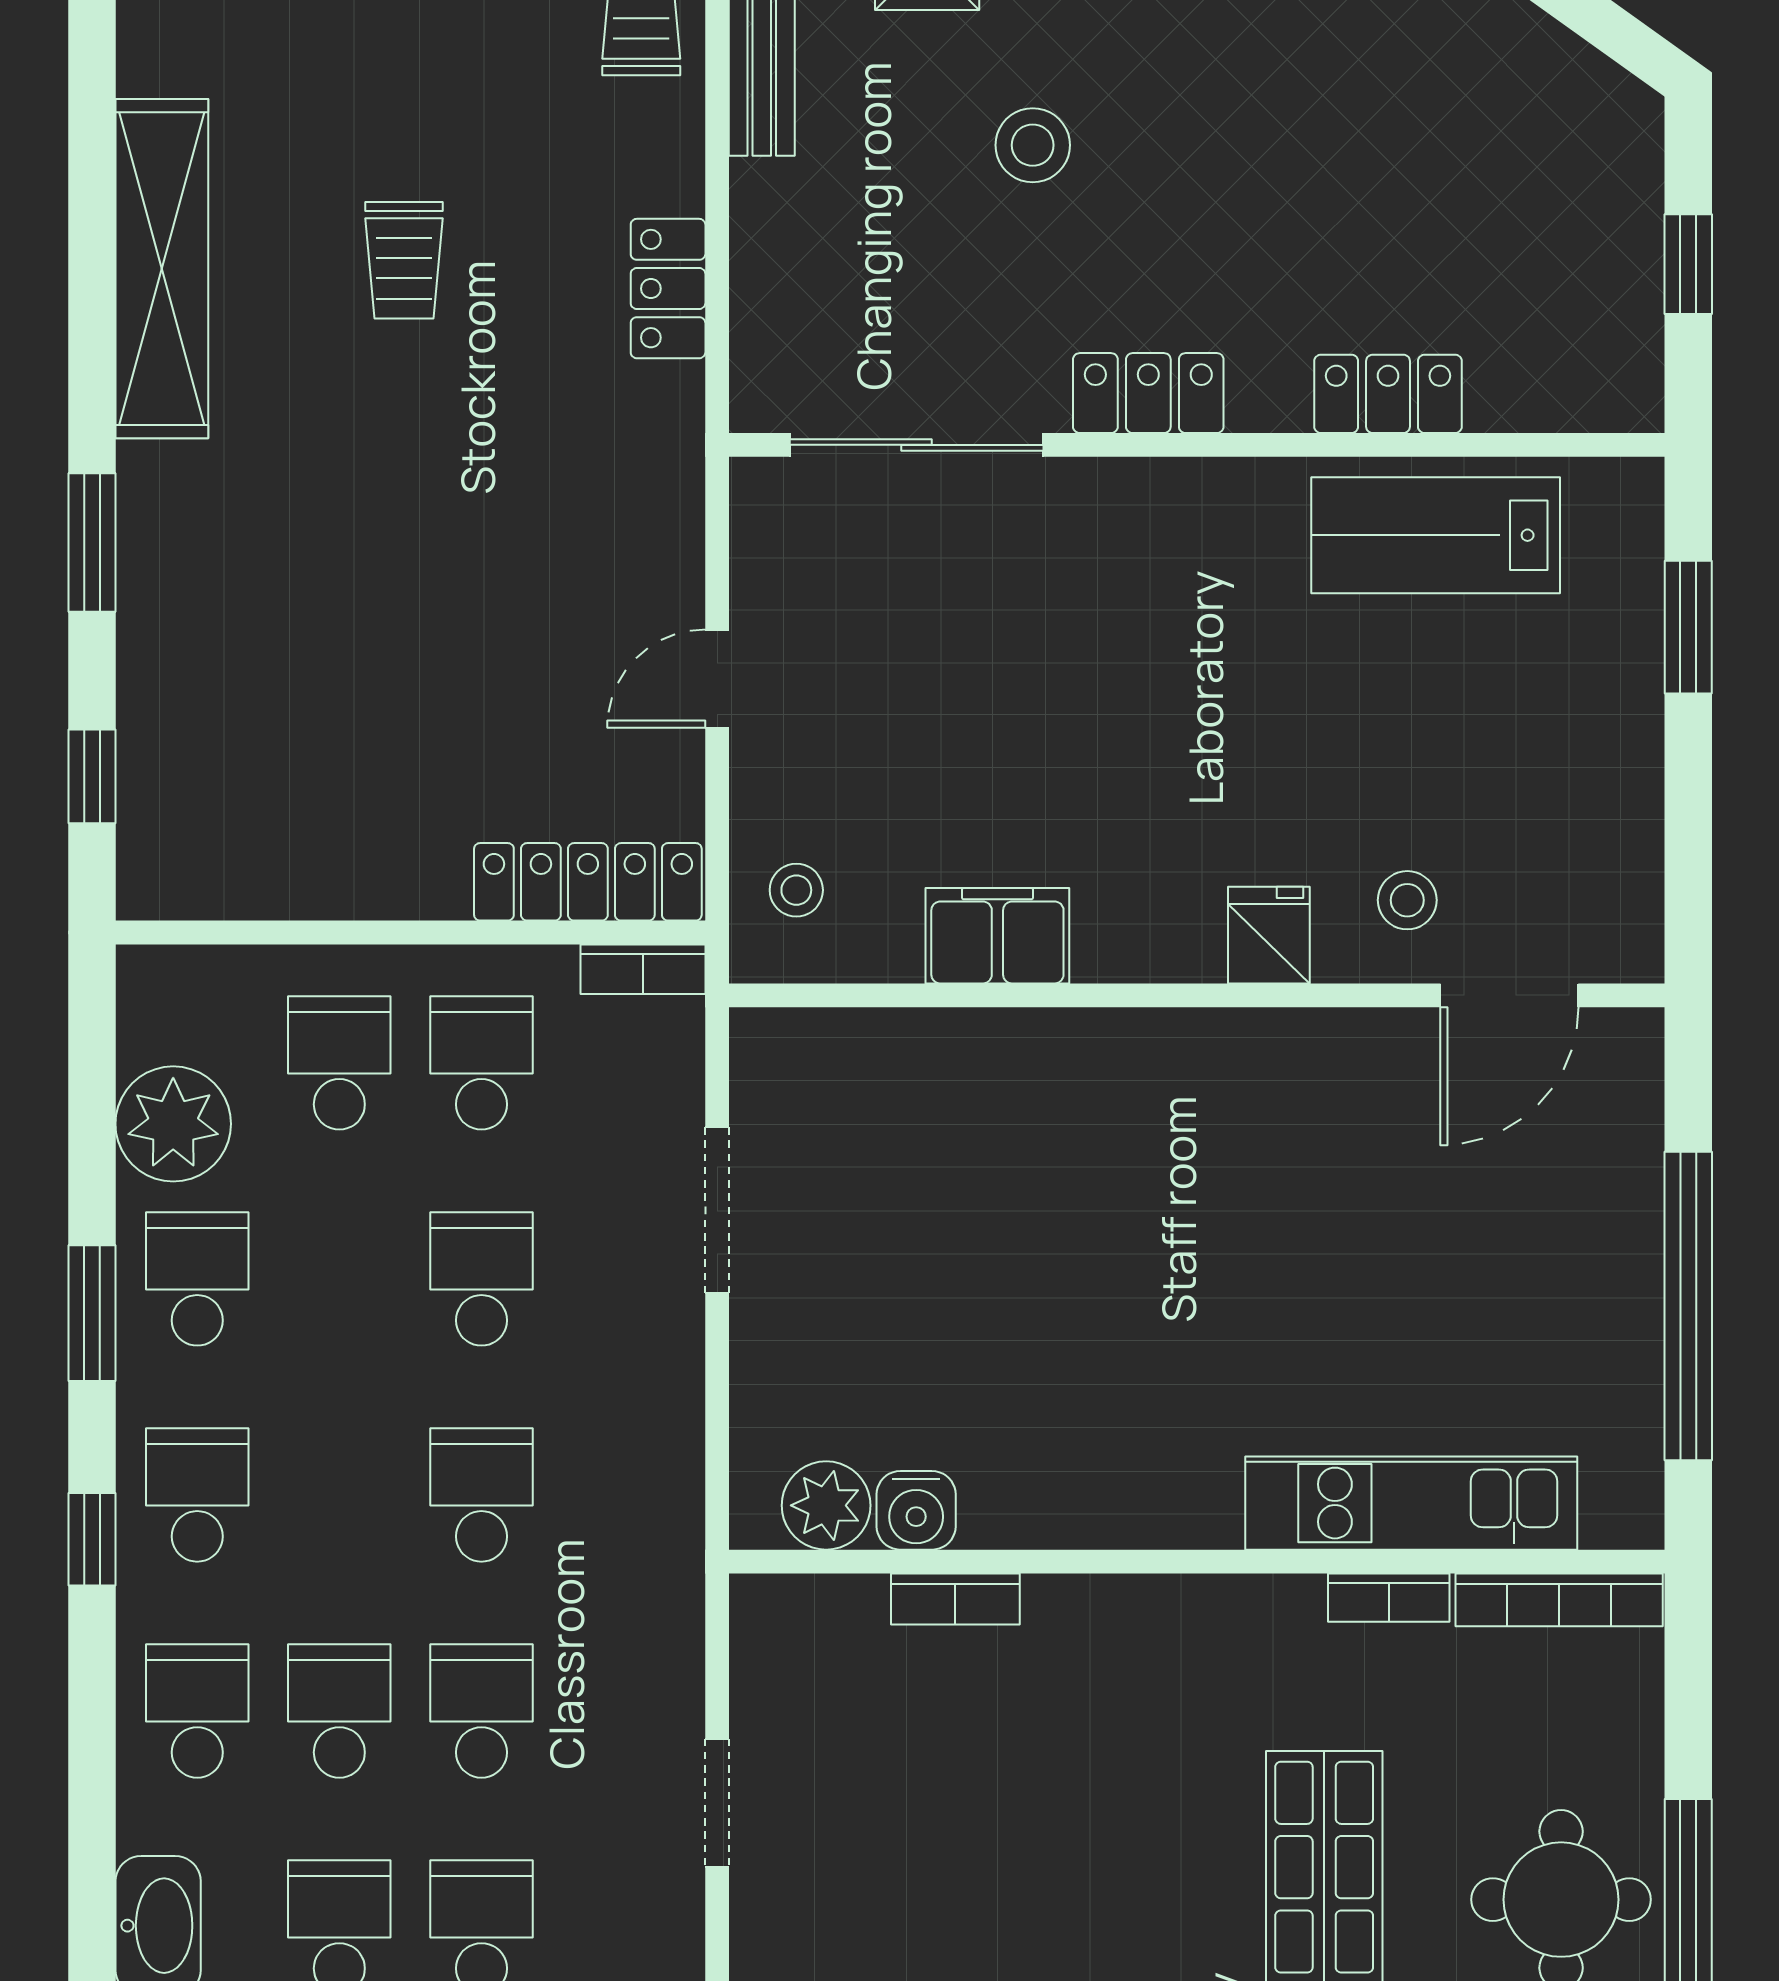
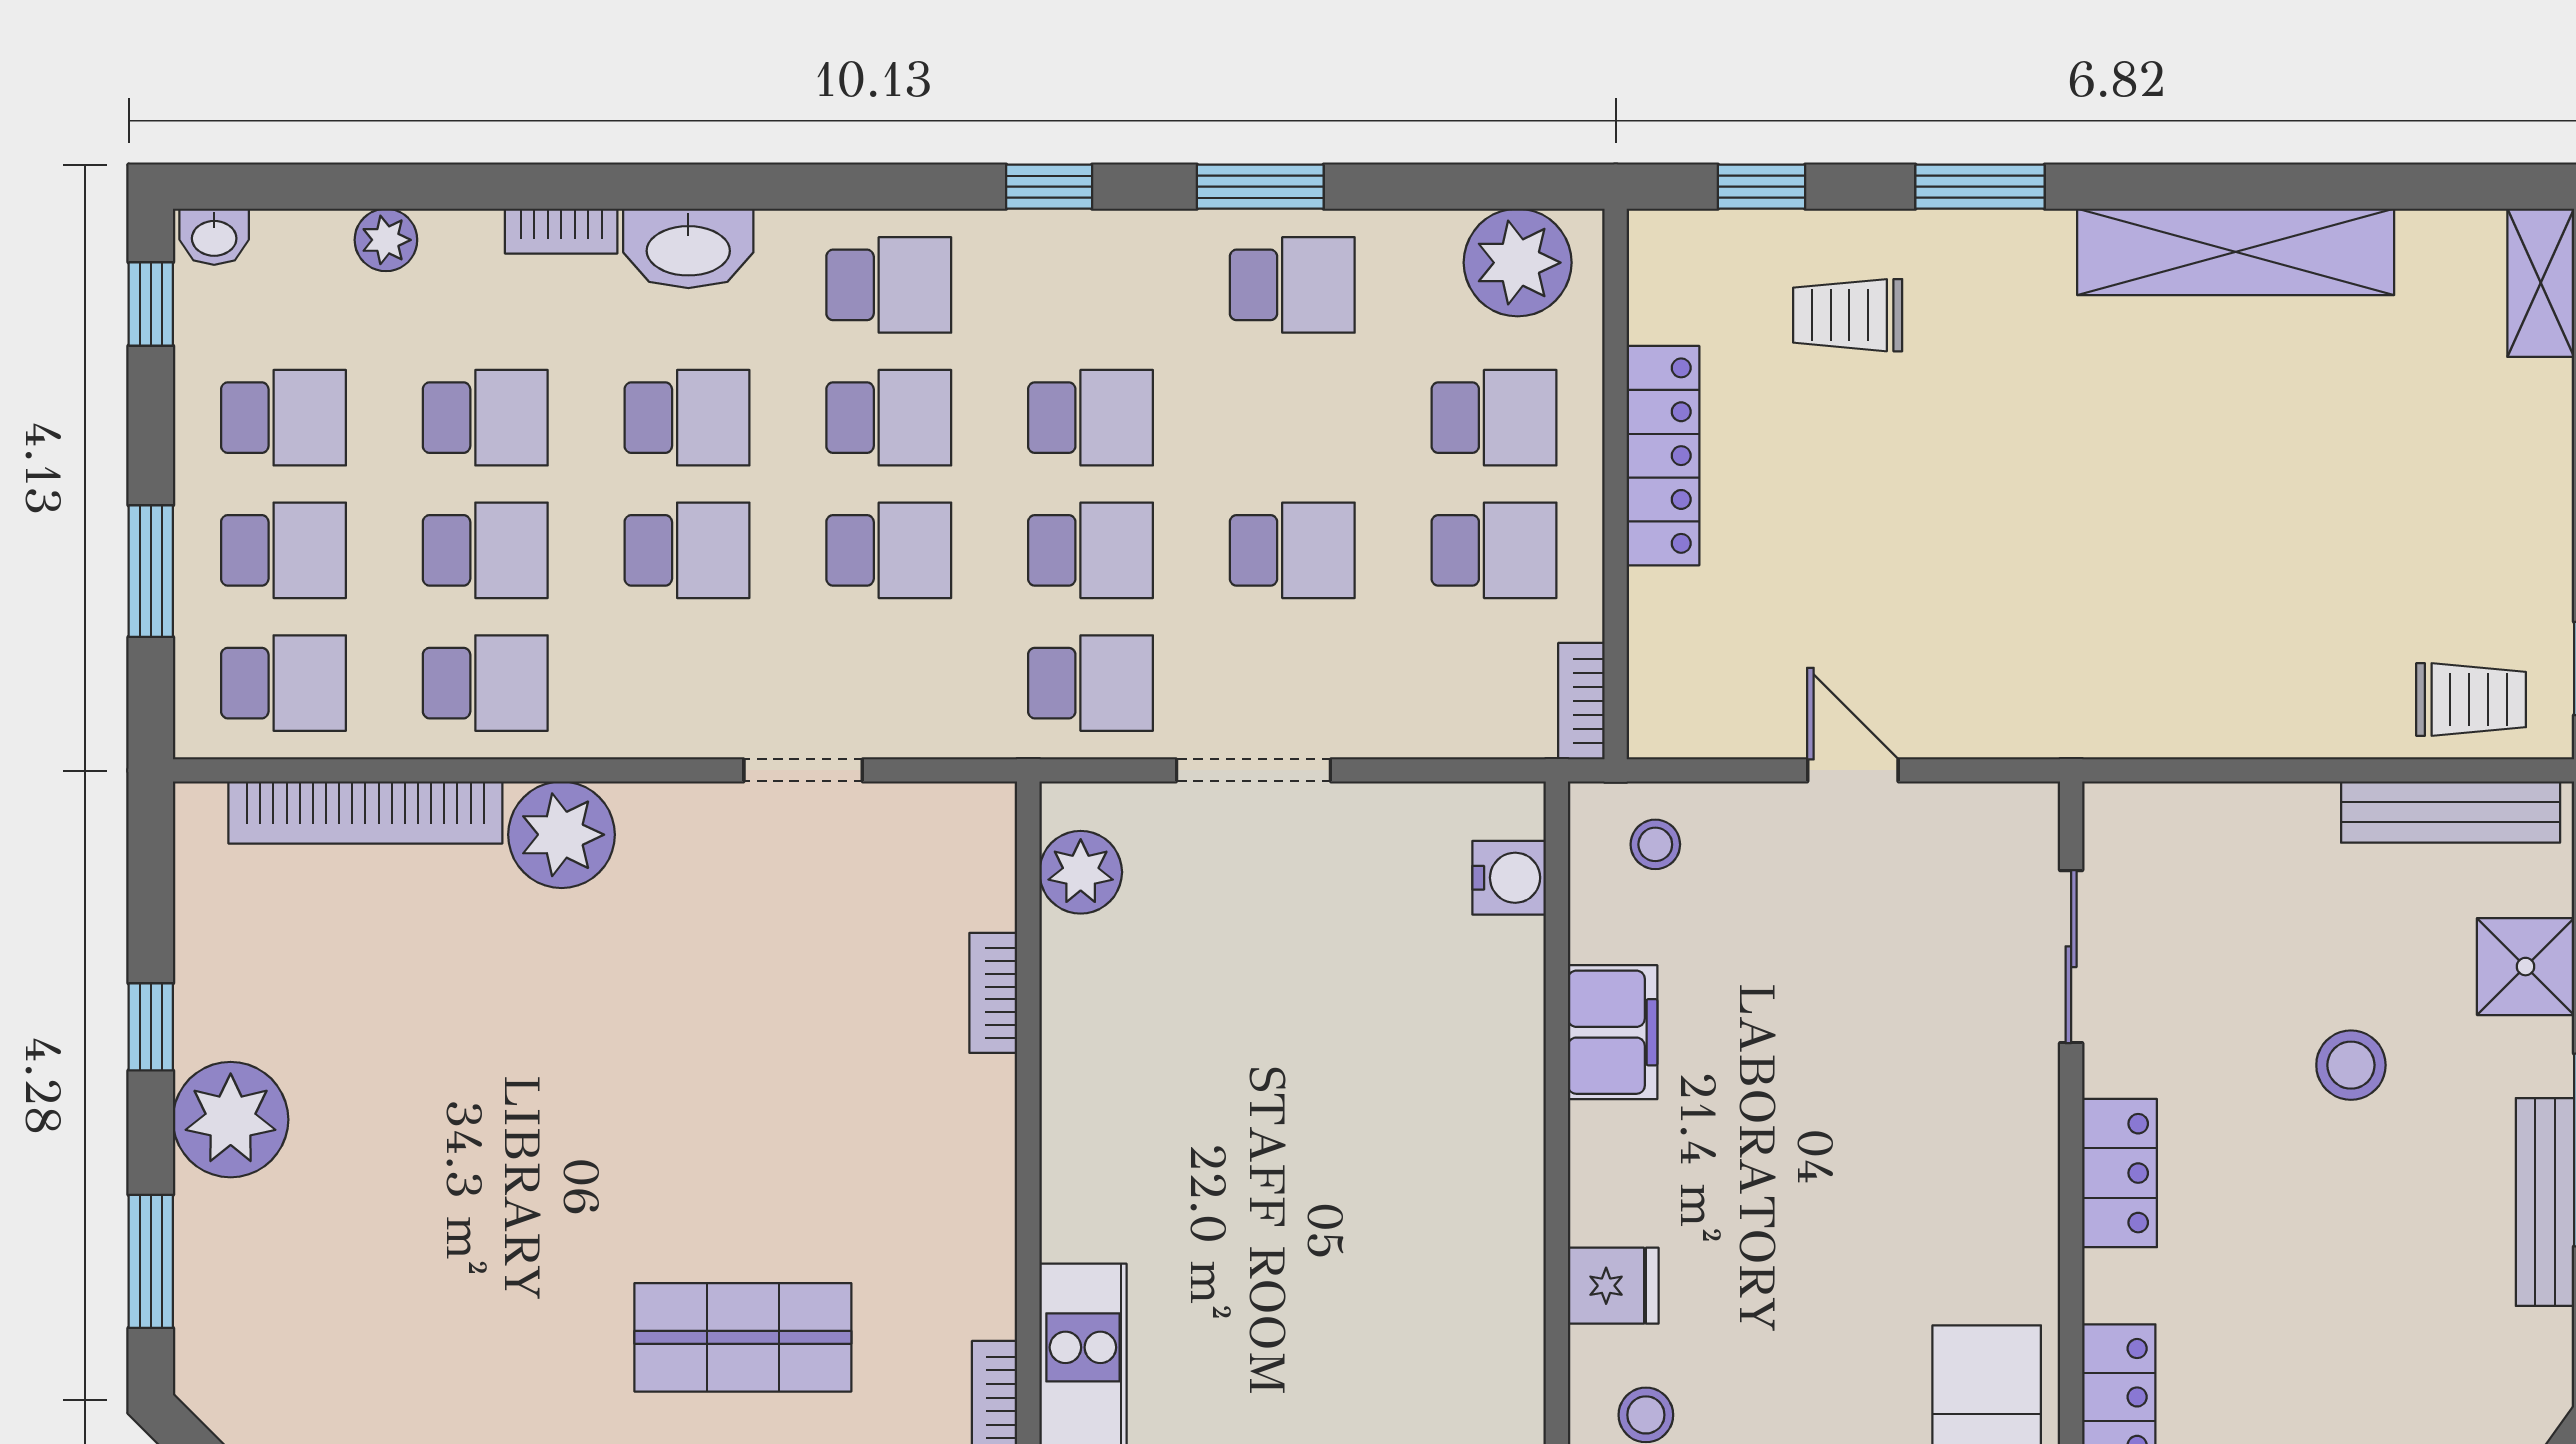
trolley: (404, 260) -> (1848, 315), moved
locker: (668, 289) -> (2217, 725), removed
sliding door: (917, 445) -> (2071, 957), width x0.73
locker: (588, 882) -> (1663, 456), moved
plant: (173, 1124) -> (1518, 263), moved
doorway: (717, 1210) -> (1253, 770), moved
school desk: (197, 1495) -> (1090, 418), moved
school desk: (624, 1495) -> (1090, 683), added
water cooler: (916, 1510) -> (1509, 878), moved, turned 180

